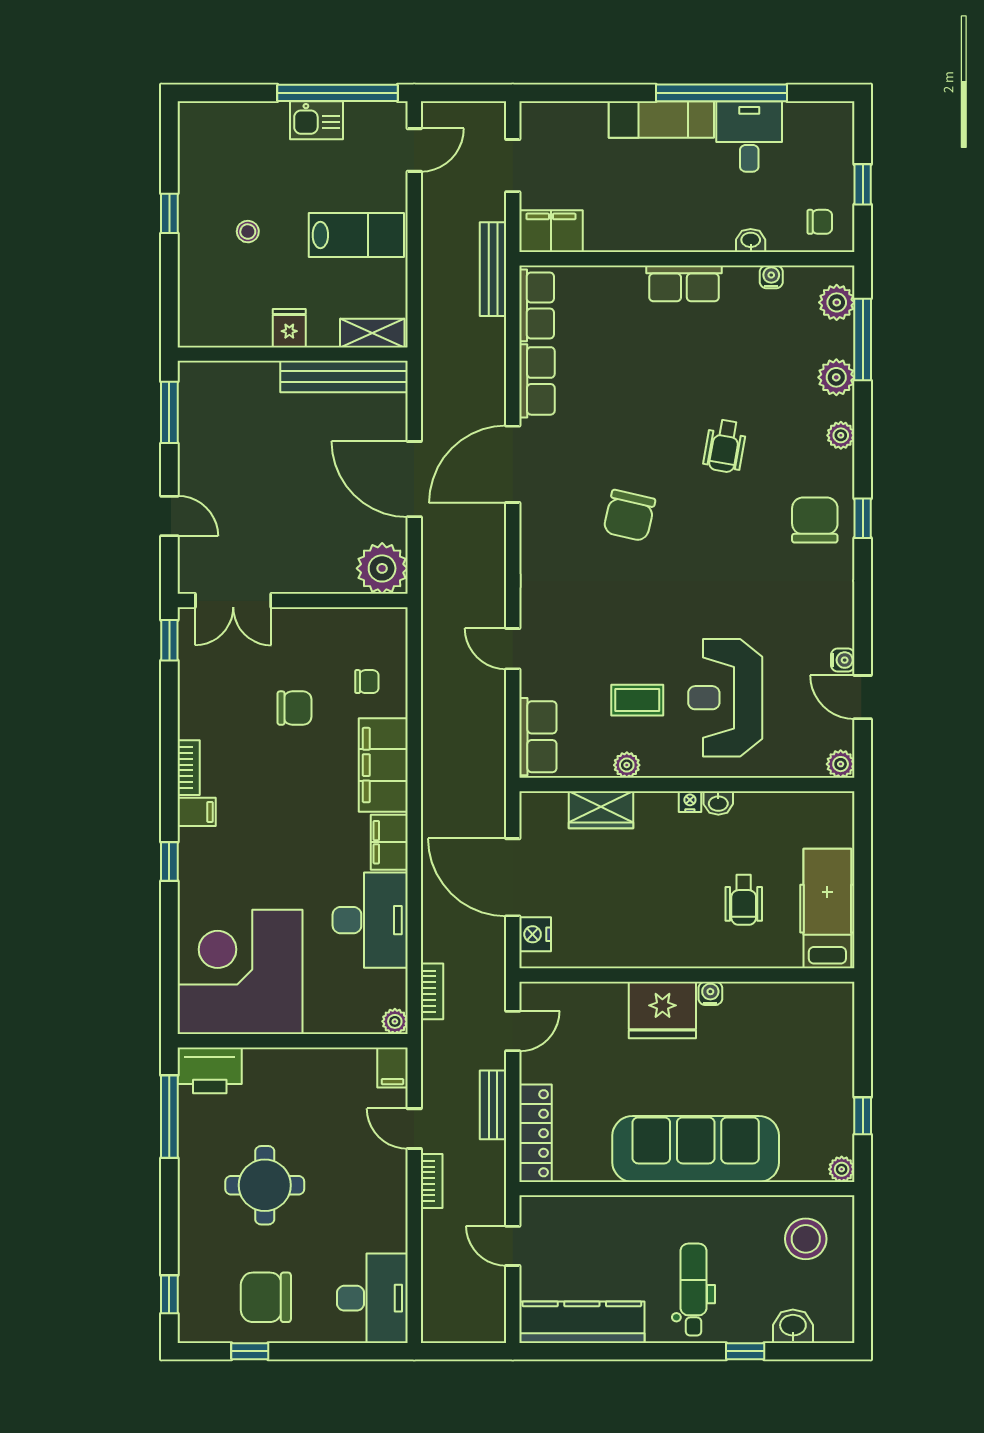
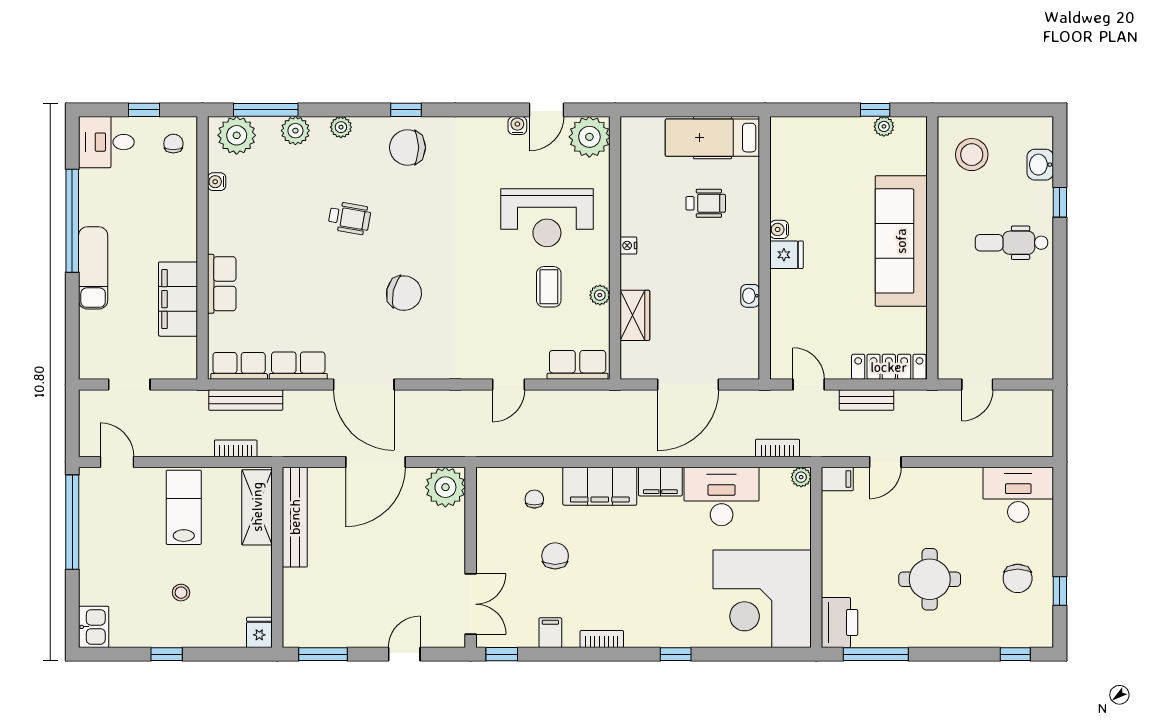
kitchen sink: (316, 120) -> (94, 627), moved
desk: (749, 136) -> (106, 142), moved
filing cabinet: (551, 231) -> (178, 299), moved, width x1.50, depth x1.17
washbasin: (751, 241) -> (188, 198), removed
bench: (493, 269) -> (246, 400), moved
row of seats: (684, 283) -> (222, 284), moved
plant: (837, 302) -> (237, 135), width x1.36, depth x1.36
fridge: (289, 328) -> (259, 632), moved, turned 90
shelving: (372, 333) -> (257, 507), width x1.50, depth x1.33
plant: (841, 764) -> (589, 137), width x1.87, depth x1.87
washbasin: (718, 803) -> (750, 296), moved, turned 180
filing cabinet: (197, 812) -> (550, 633), moved
nightstand: (535, 934) -> (733, 367), removed
fridge: (662, 1010) -> (786, 255), width x0.53, depth x0.75
plant: (842, 1169) -> (884, 126), moved
bookcase: (432, 1181) -> (236, 448), moved
chair: (266, 1297) -> (1018, 578), width x0.73, depth x0.73
kitchen counter: (582, 1322) -> (1037, 330), removed

